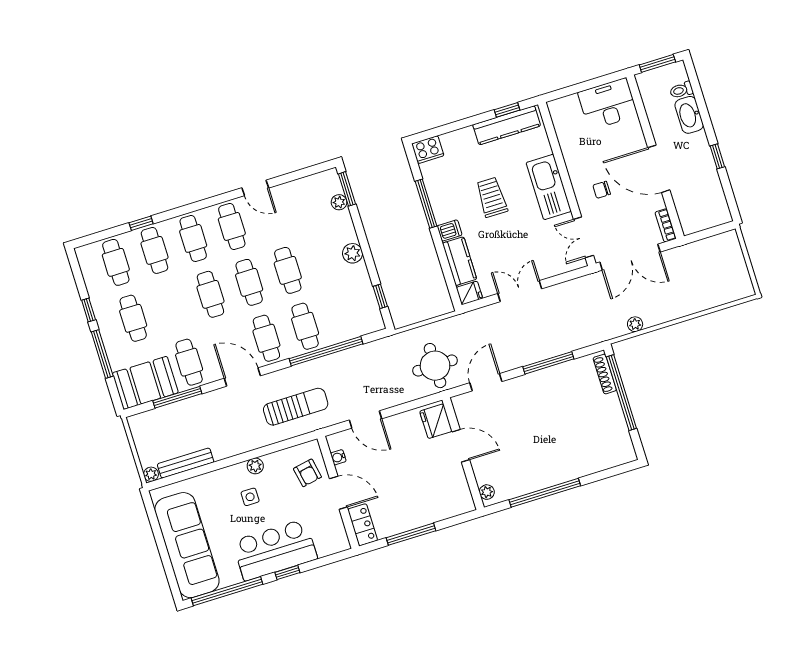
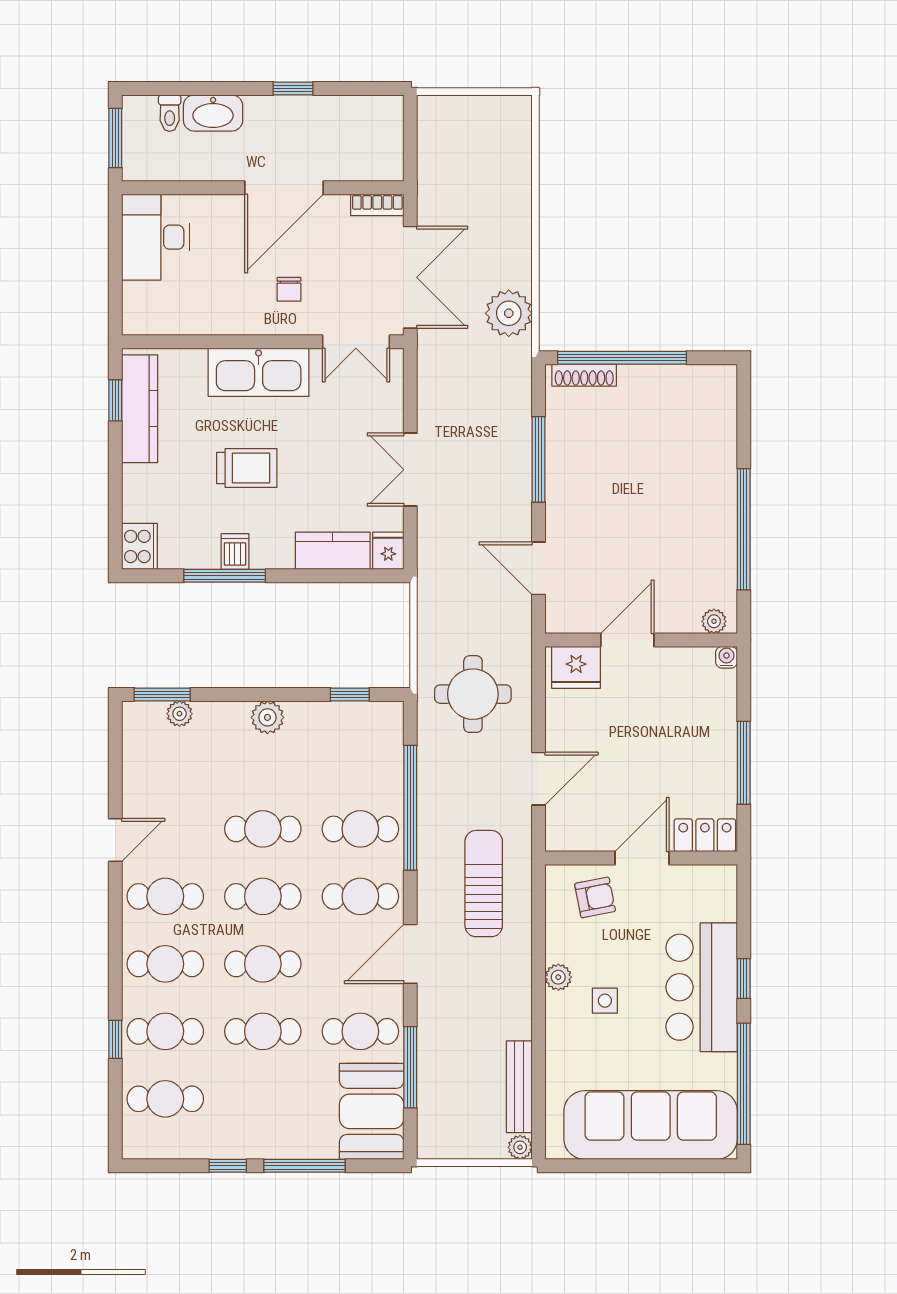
trolley: (492, 197) -> (247, 468), turned 180
dishwasher: (450, 230) -> (235, 552), moved
cafe table: (133, 318) -> (263, 1031), moved
plant: (635, 324) -> (509, 313), width x1.88, depth x1.88
round table: (435, 366) -> (473, 694), moved
water cooler: (338, 457) -> (726, 657), moved, turned 180

